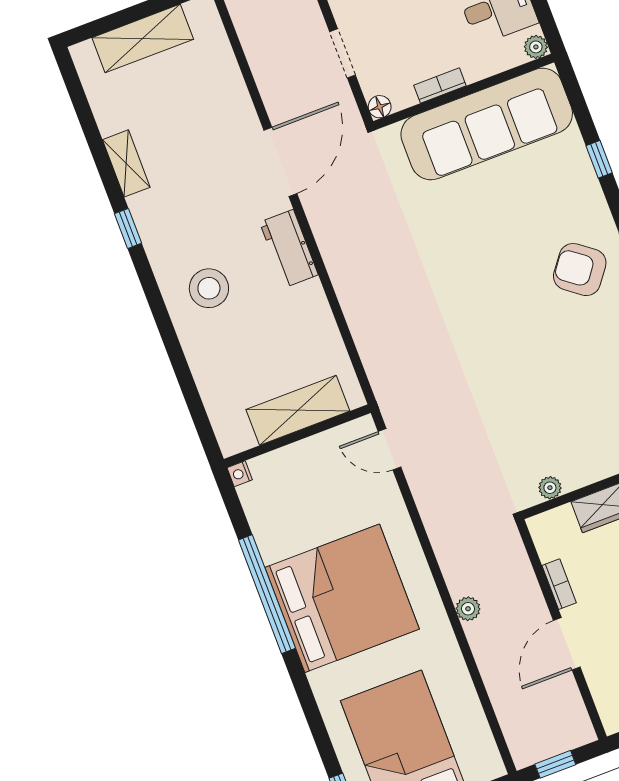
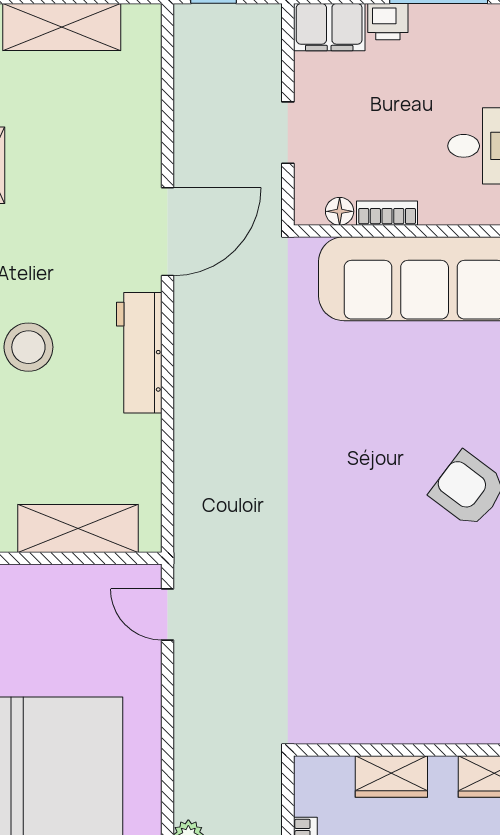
floor lamp: (380, 107) -> (340, 211), moved
workbench: (289, 248) -> (139, 353), width x1.38
plant: (550, 488) -> (337, 730), removed

